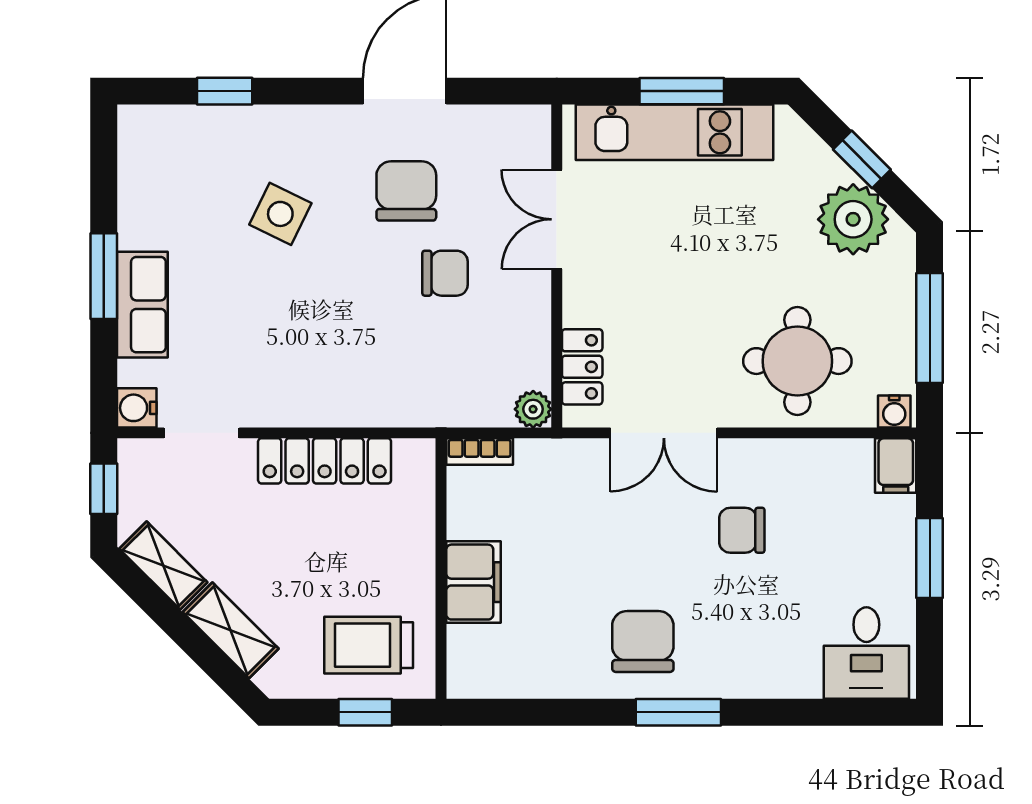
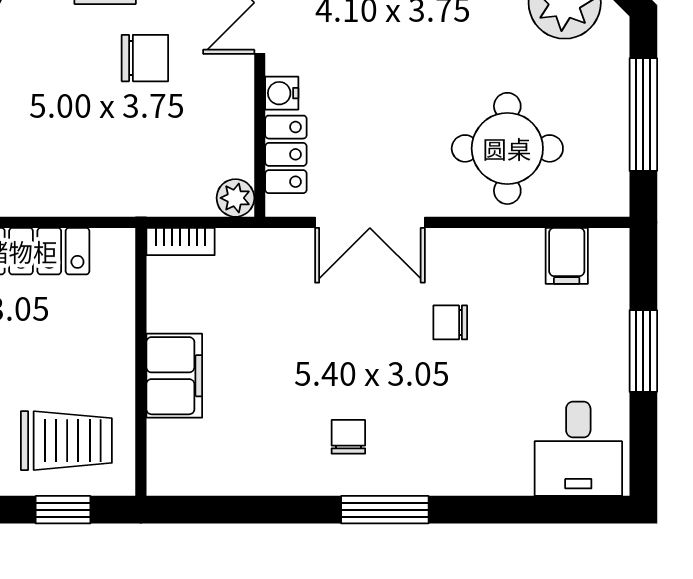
water cooler: (894, 411) -> (282, 93), moved, turned 90
filing cabinet: (896, 466) -> (567, 256), moved
chair: (742, 530) -> (450, 322), width x0.73, depth x0.73
chair: (643, 641) -> (348, 437), width x0.54, depth x0.54
trolley: (369, 645) -> (66, 441), turned 180

